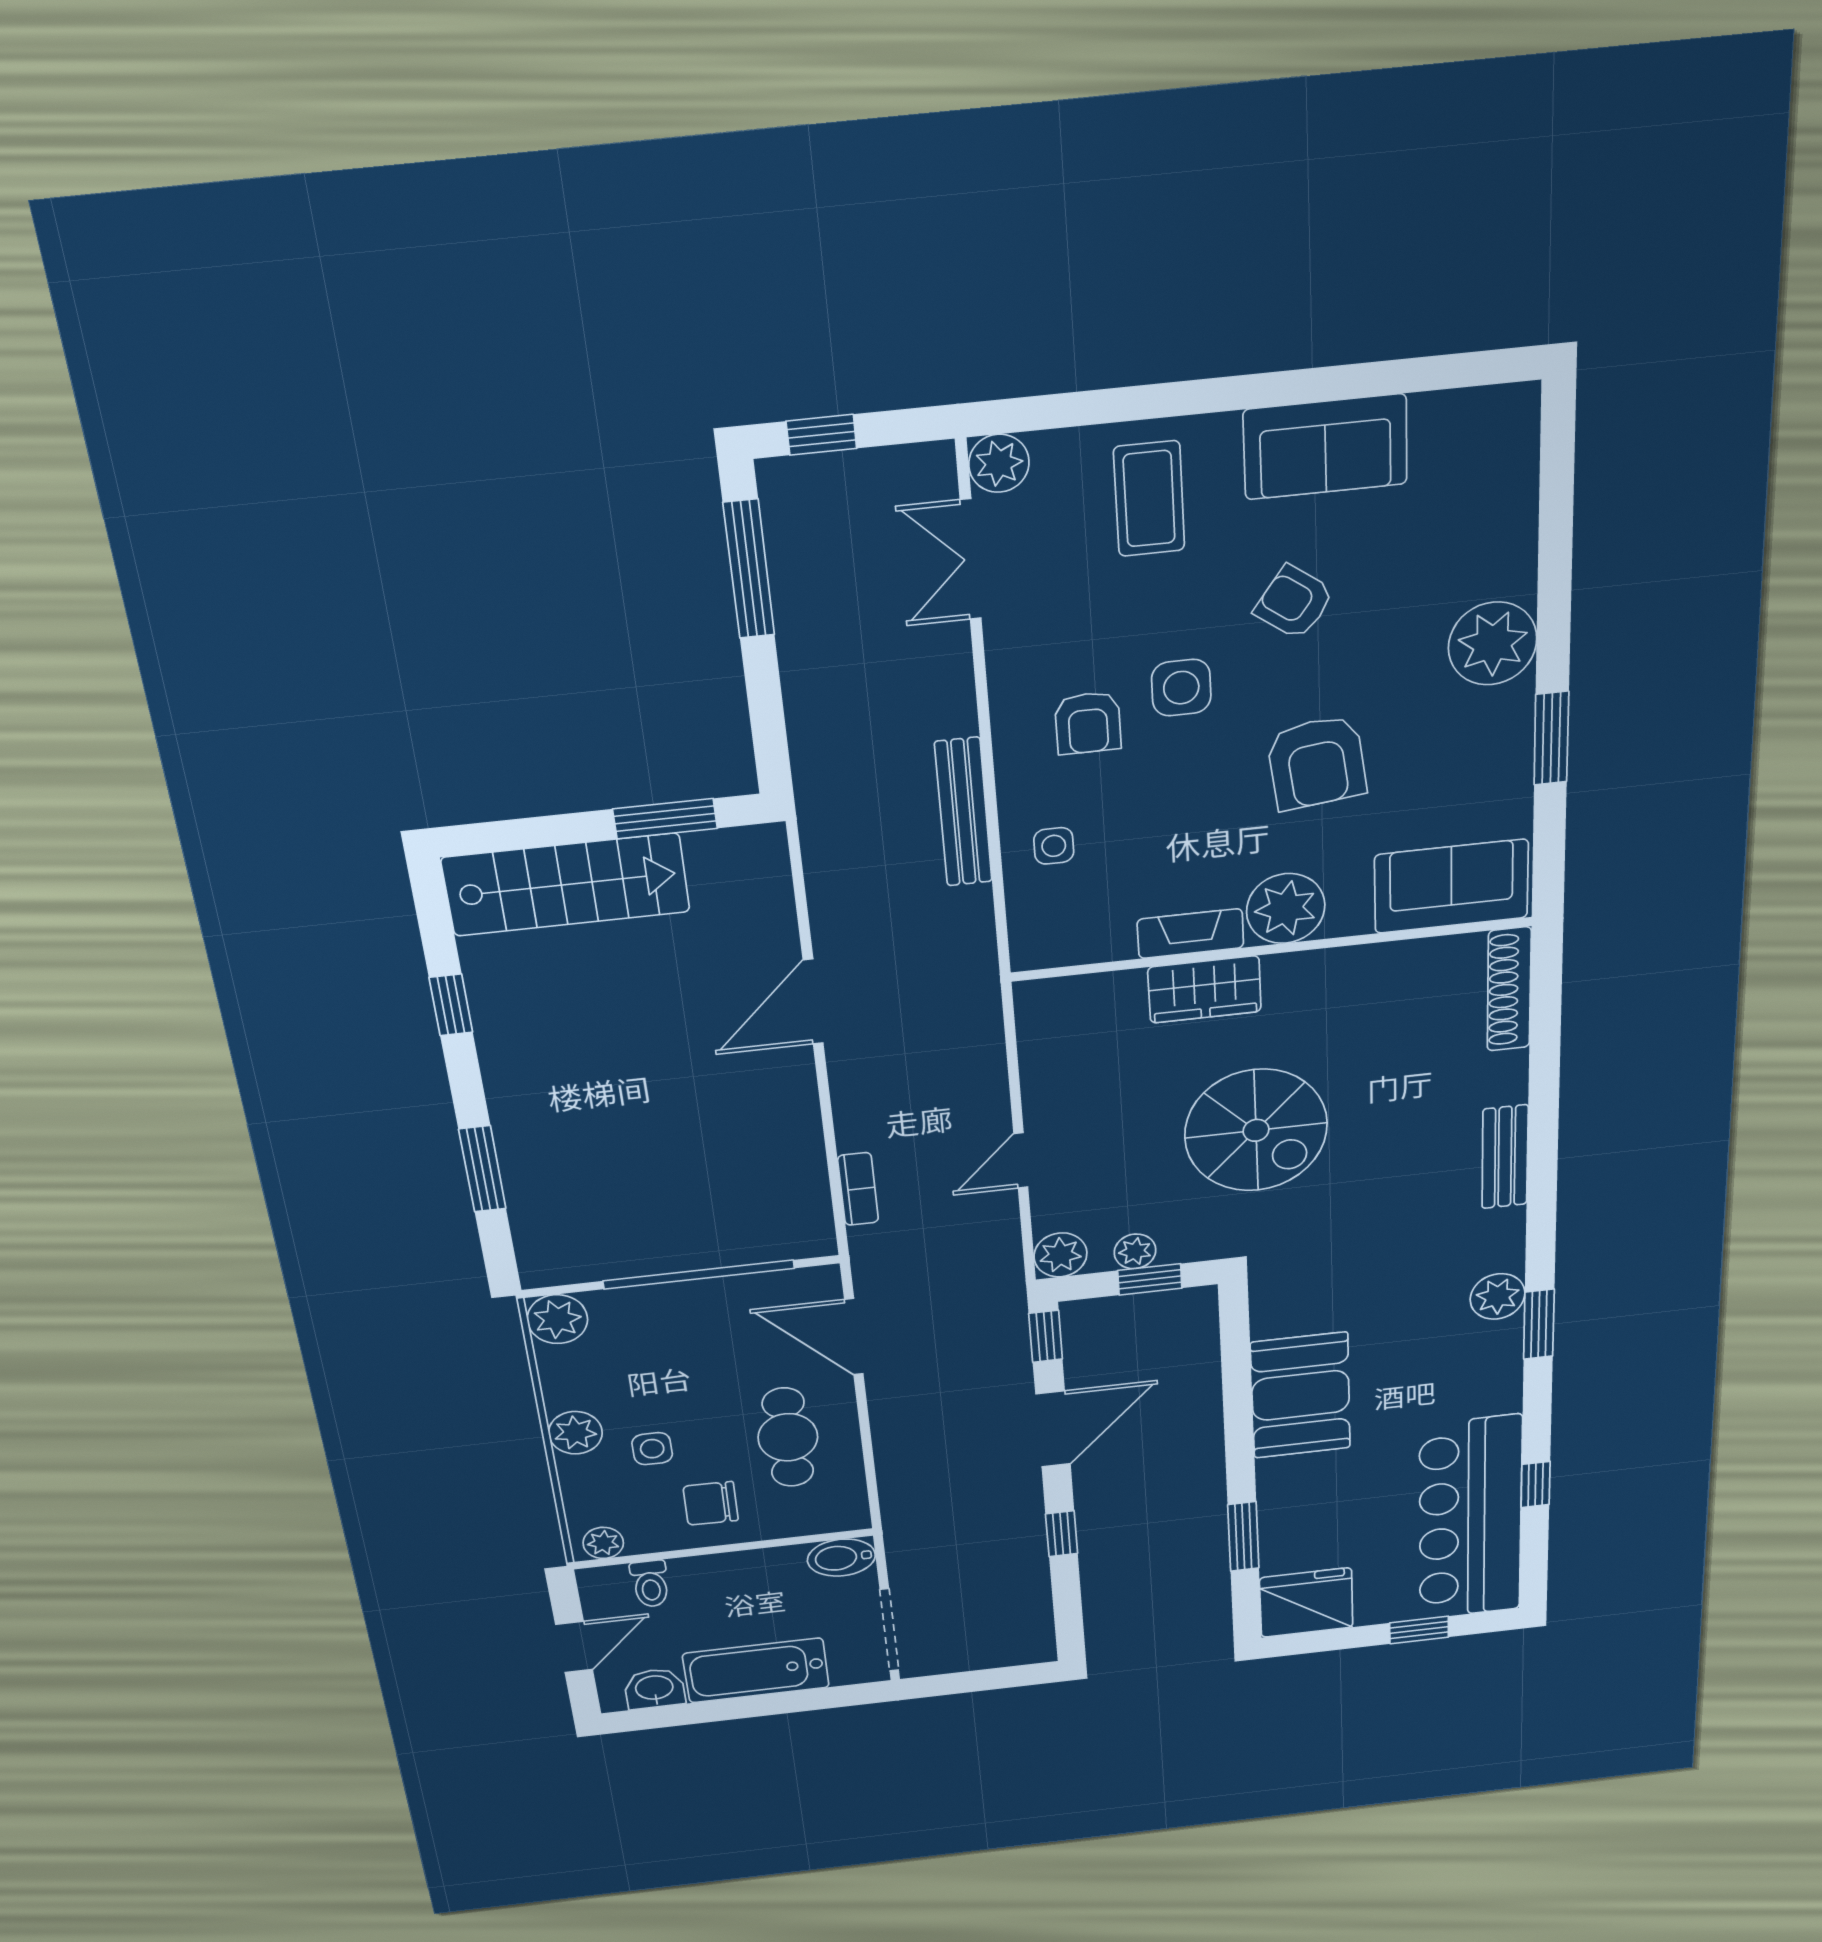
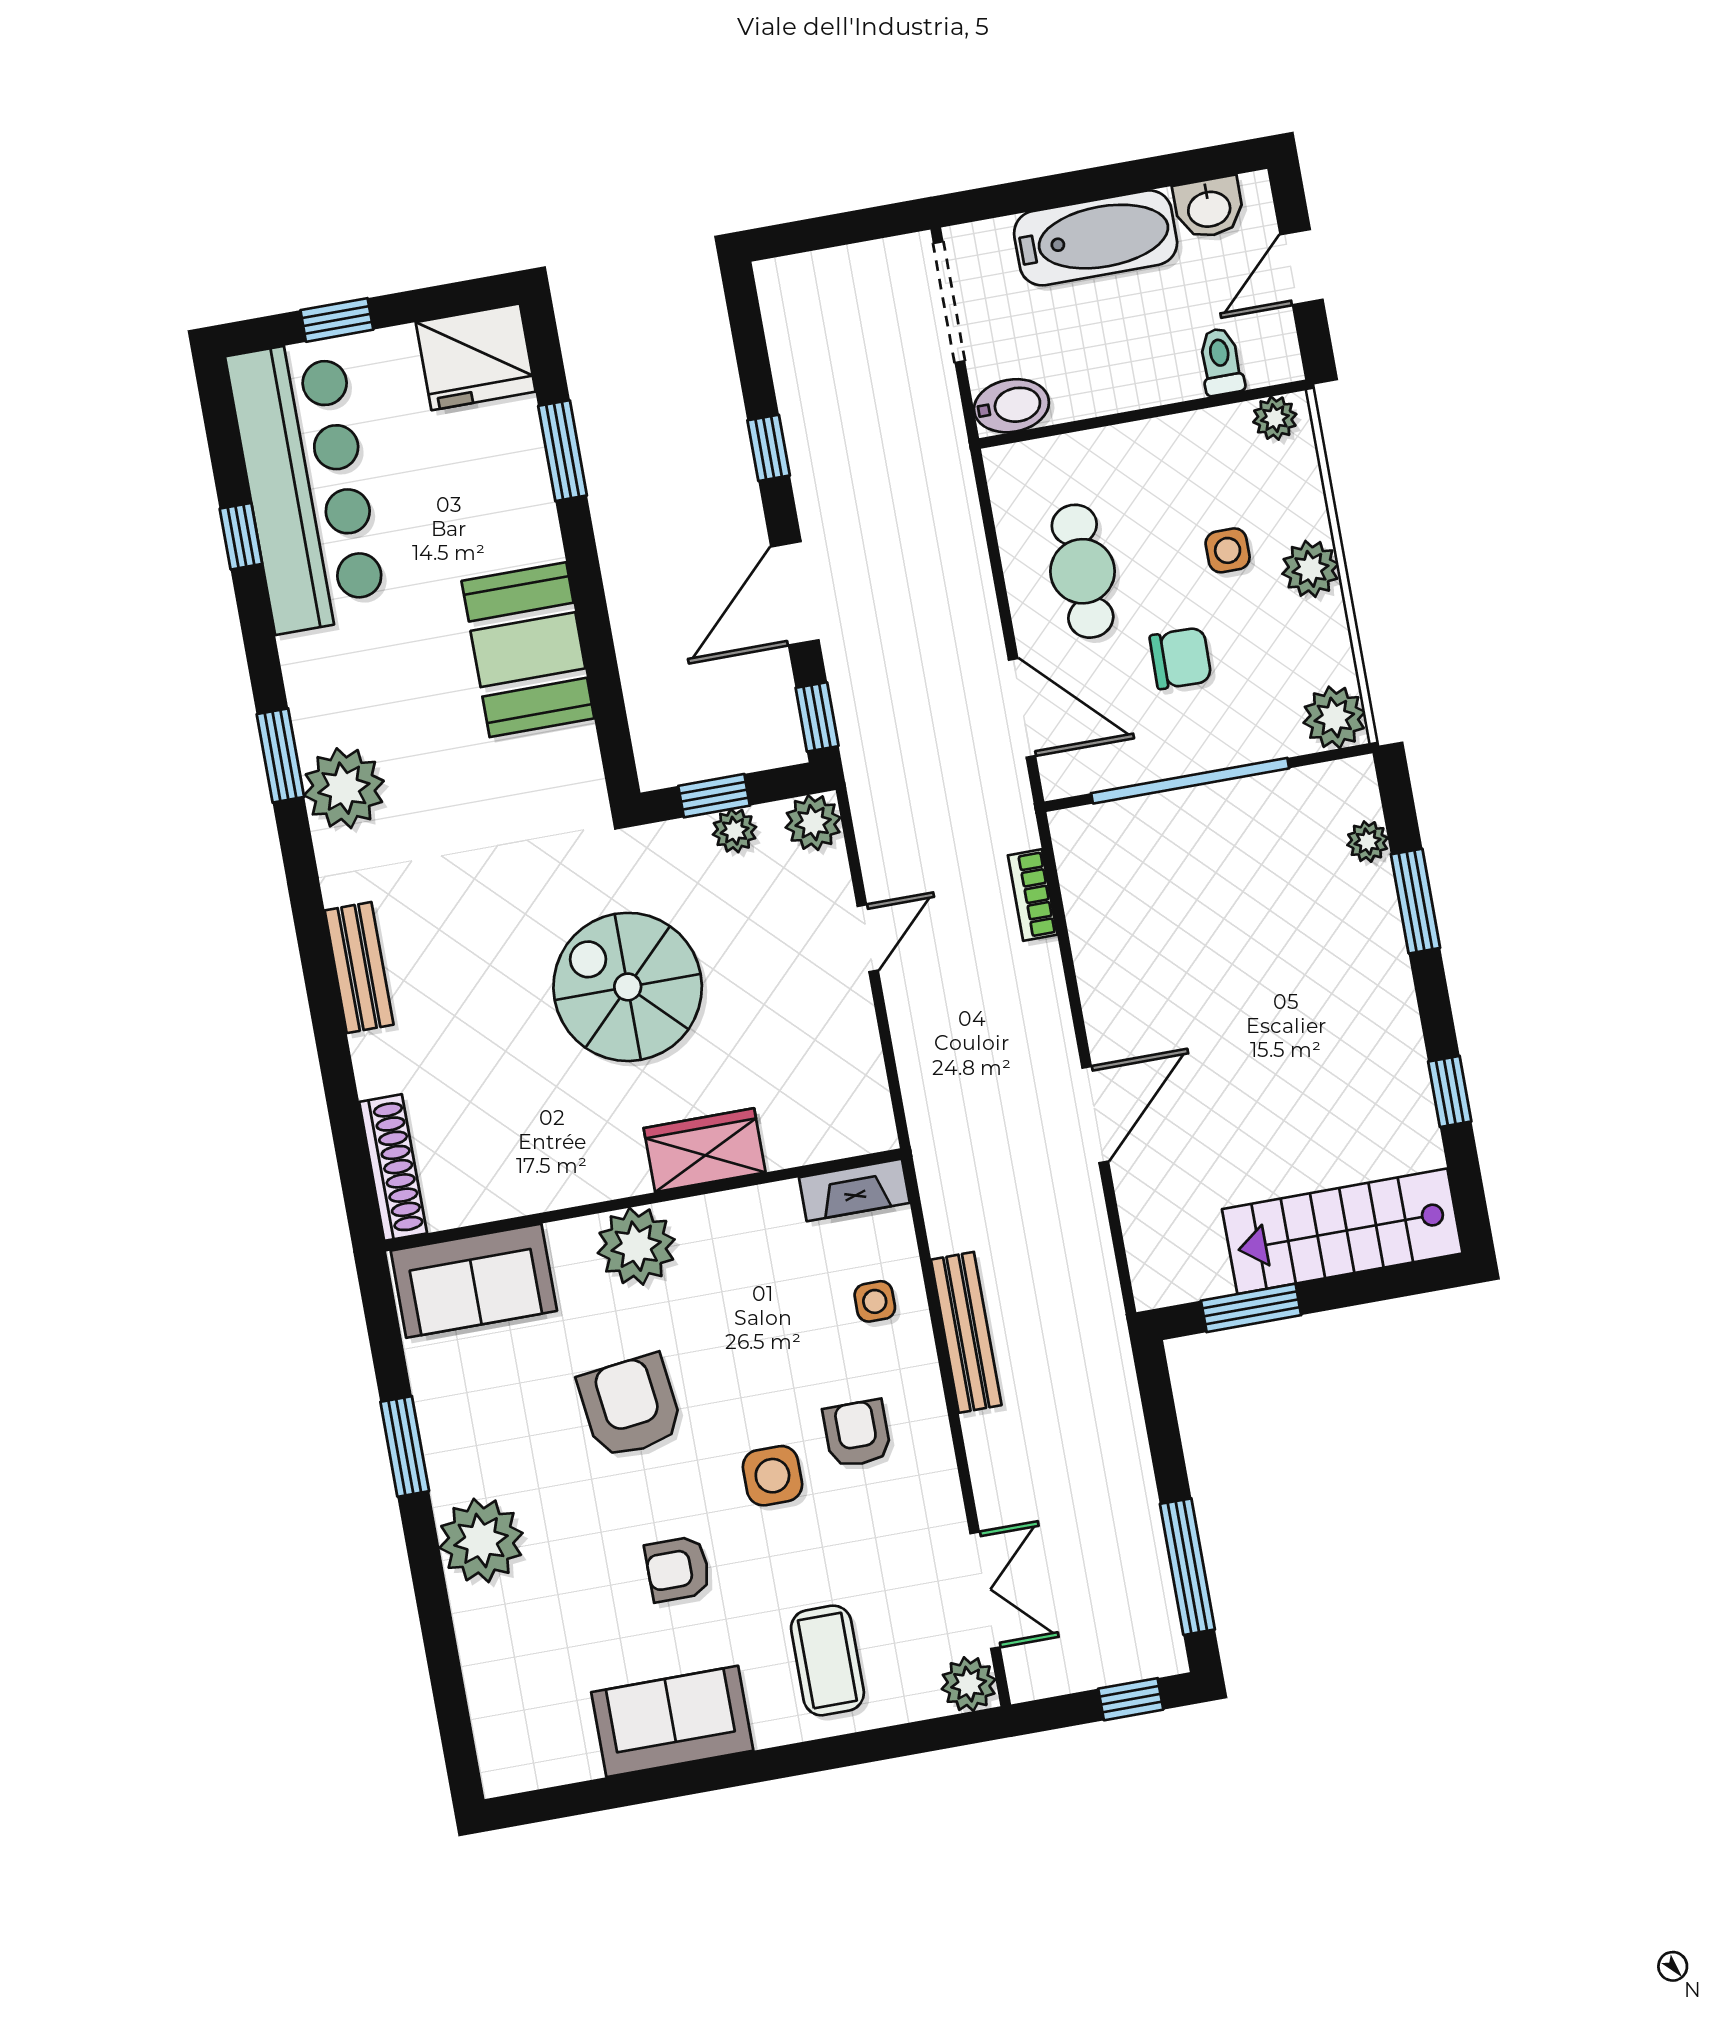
armchair: (1294, 602) -> (678, 1569), turned 144
fireplace: (1190, 934) -> (854, 1190), moved
plant: (529, 1220) -> (1368, 842), added
plant: (1498, 1296) -> (344, 788), width x1.36, depth x1.36
chair: (711, 1503) -> (1181, 658), moved

